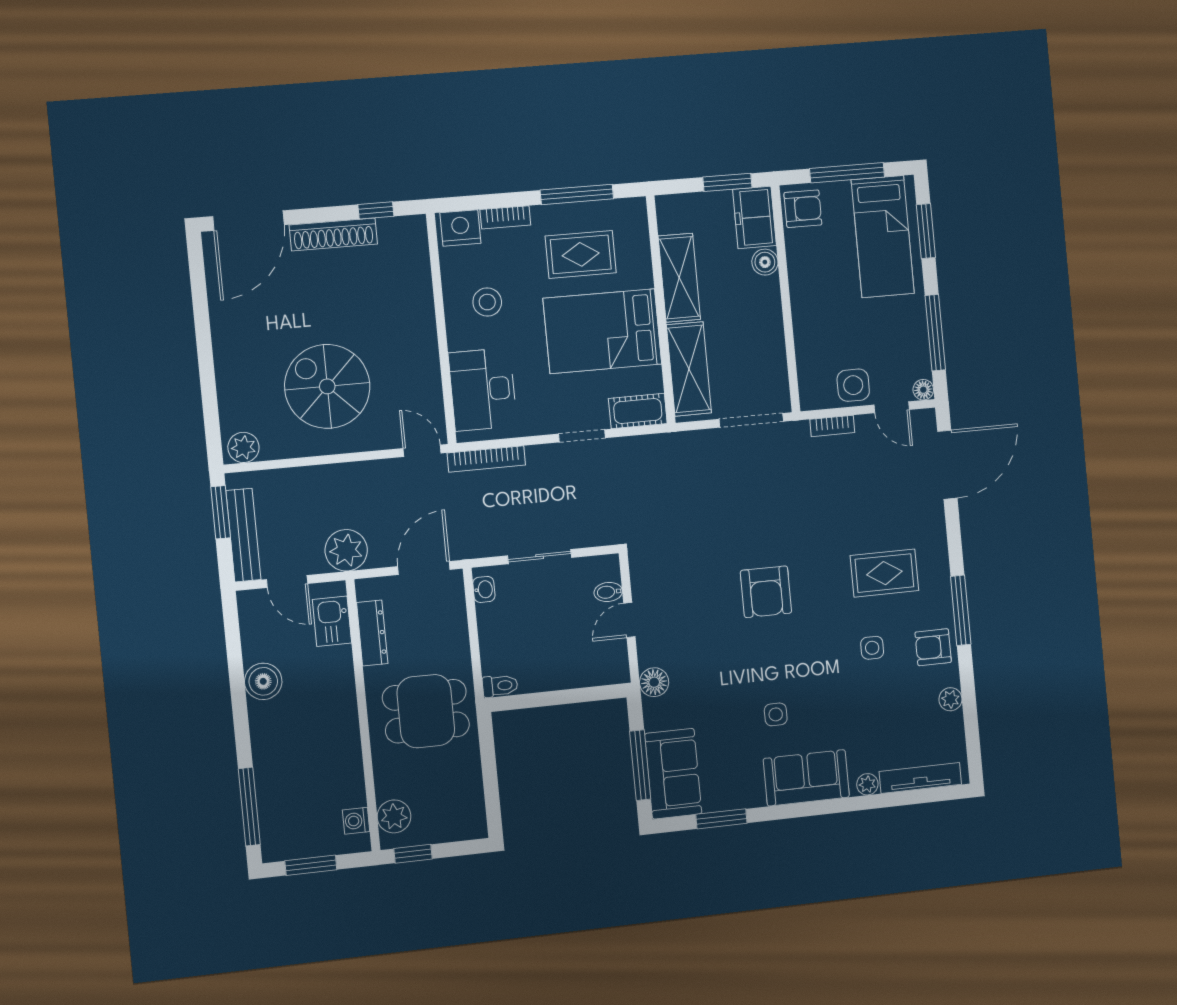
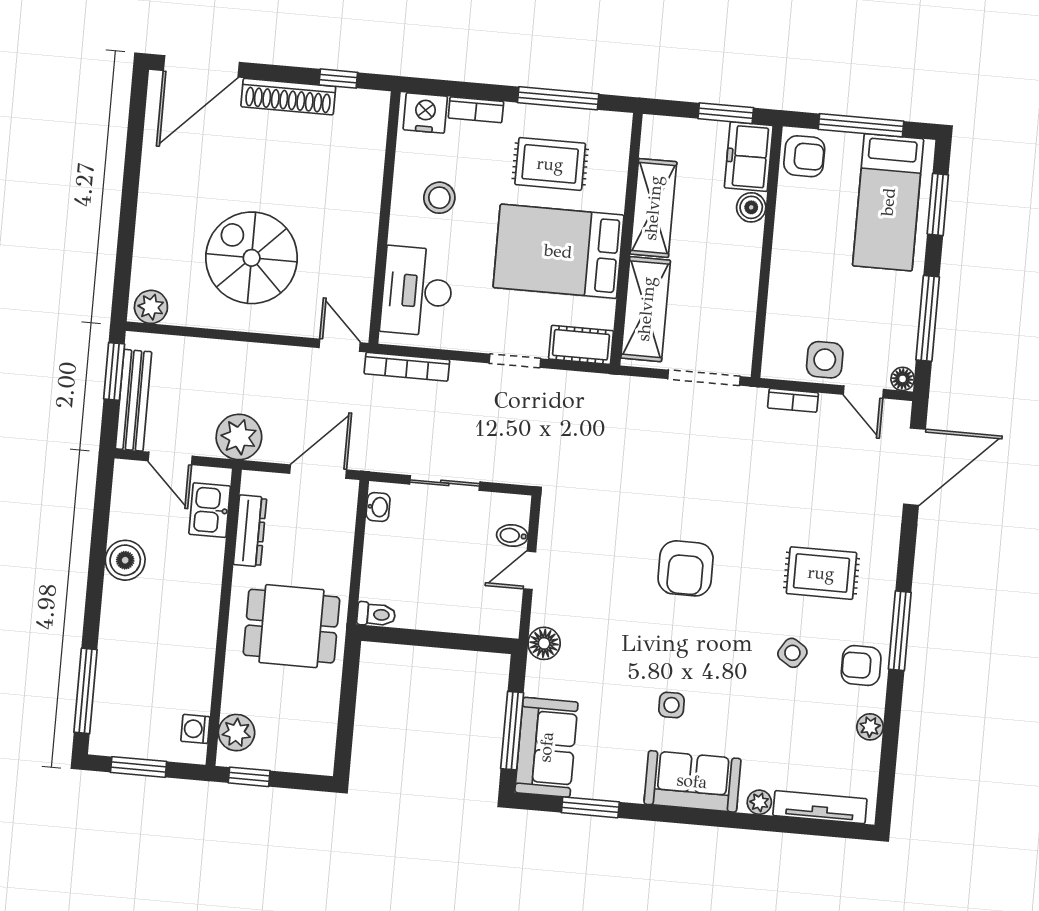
side table: (872, 648) -> (792, 653), turned 33

